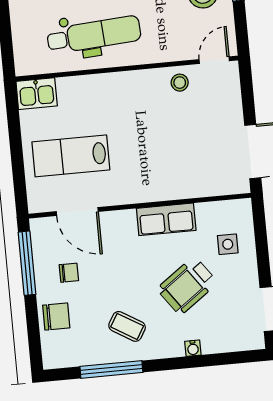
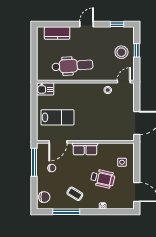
lab bench: (71, 156) -> (57, 117), turned 180
door: (77, 212) -> (58, 142), hinge flipped
row of seats: (166, 219) -> (85, 149), moved
wheelchair: (187, 286) -> (103, 179), turned -131
chair: (56, 316) -> (44, 197), moved

